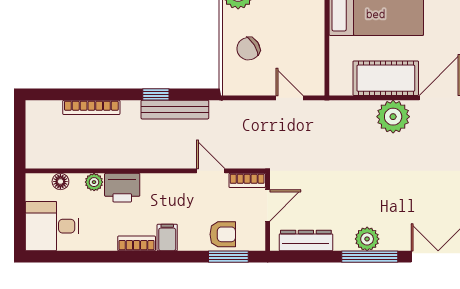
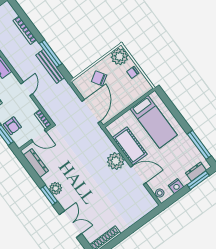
window: (156, 94) -> (51, 53), width x2.17
door: (290, 98) -> (91, 111), width x1.87
door: (211, 171) -> (27, 89), moved
window: (370, 257) -> (49, 195), width x0.69

